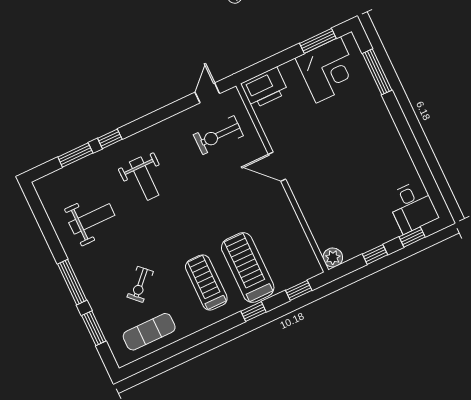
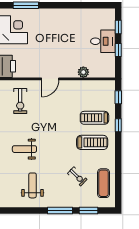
weight bench: (144, 179) -> (24, 149), turned 180
desk: (412, 207) -> (103, 41), moved
plant: (333, 257) -> (83, 72), moved
treadmill: (248, 267) -> (94, 118), width x0.73, depth x0.73
treadmill: (206, 282) -> (92, 142), turned 180

